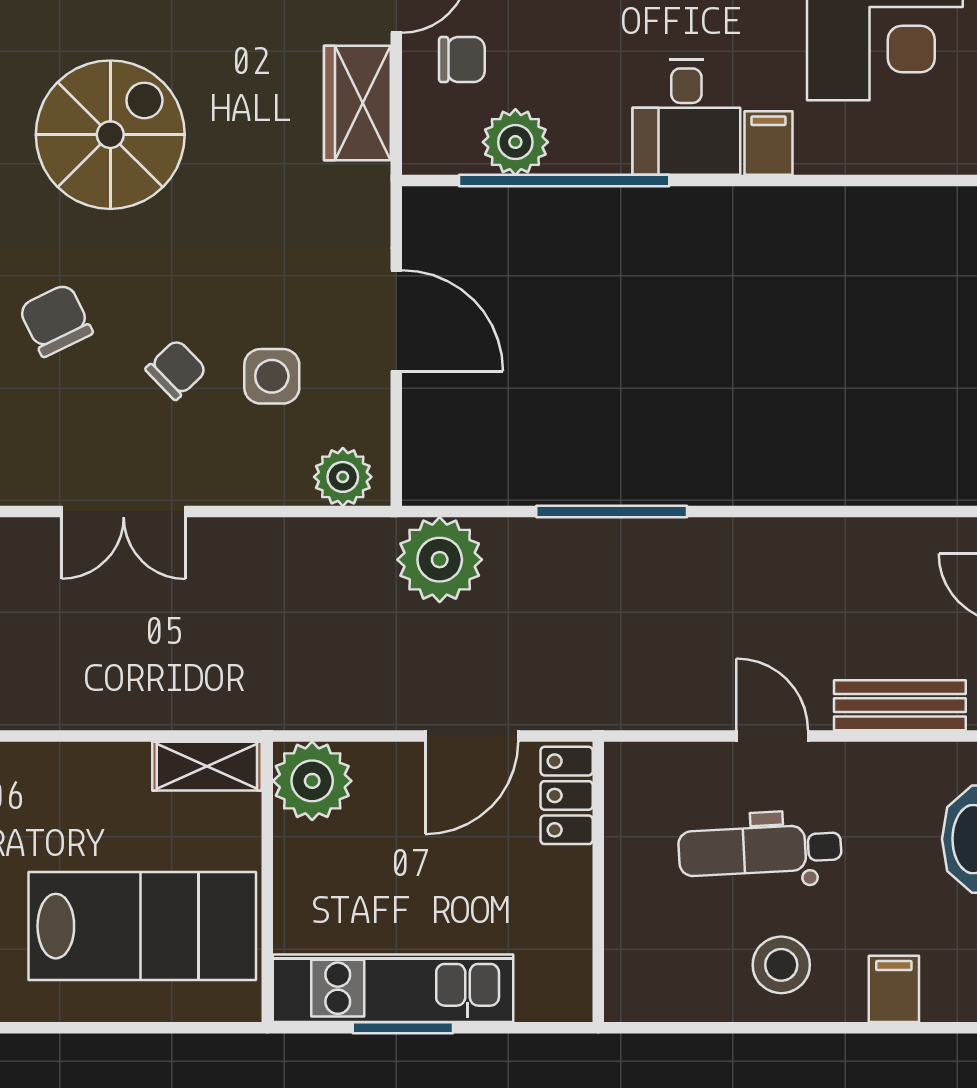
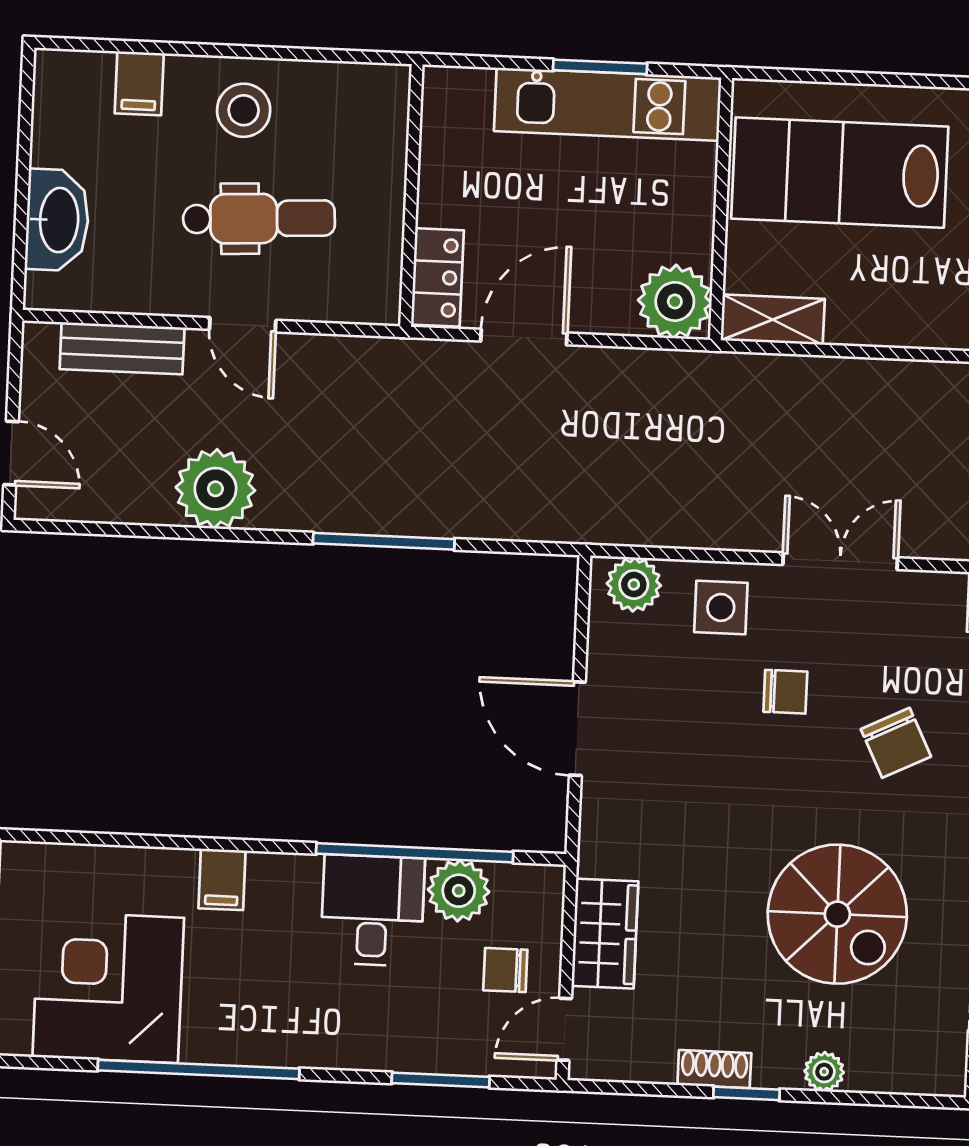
desk: (686, 117) -> (373, 910), moved
spiral stairs: (110, 135) -> (837, 914), turned -90
chair: (176, 370) -> (785, 692), turned -136
side table: (272, 376) -> (721, 607), moved
plant: (440, 560) -> (215, 489), moved

